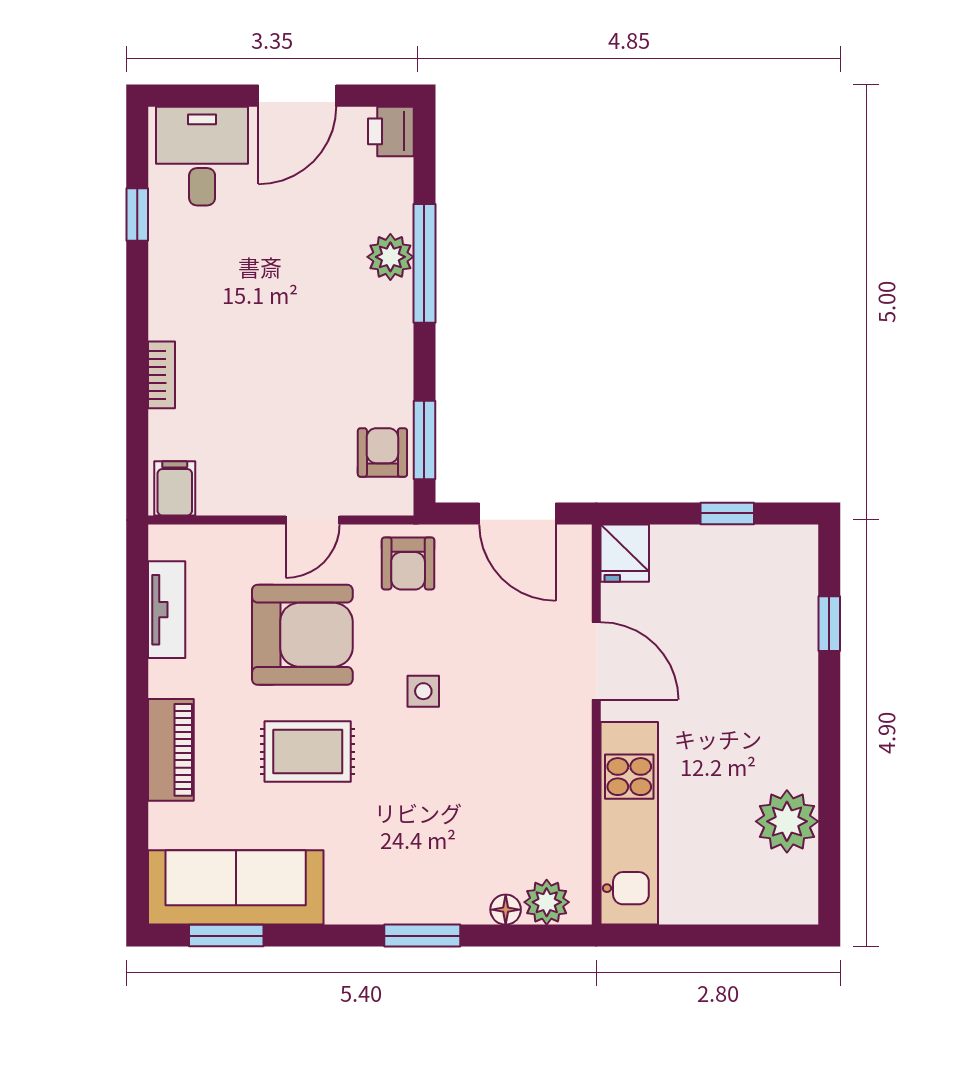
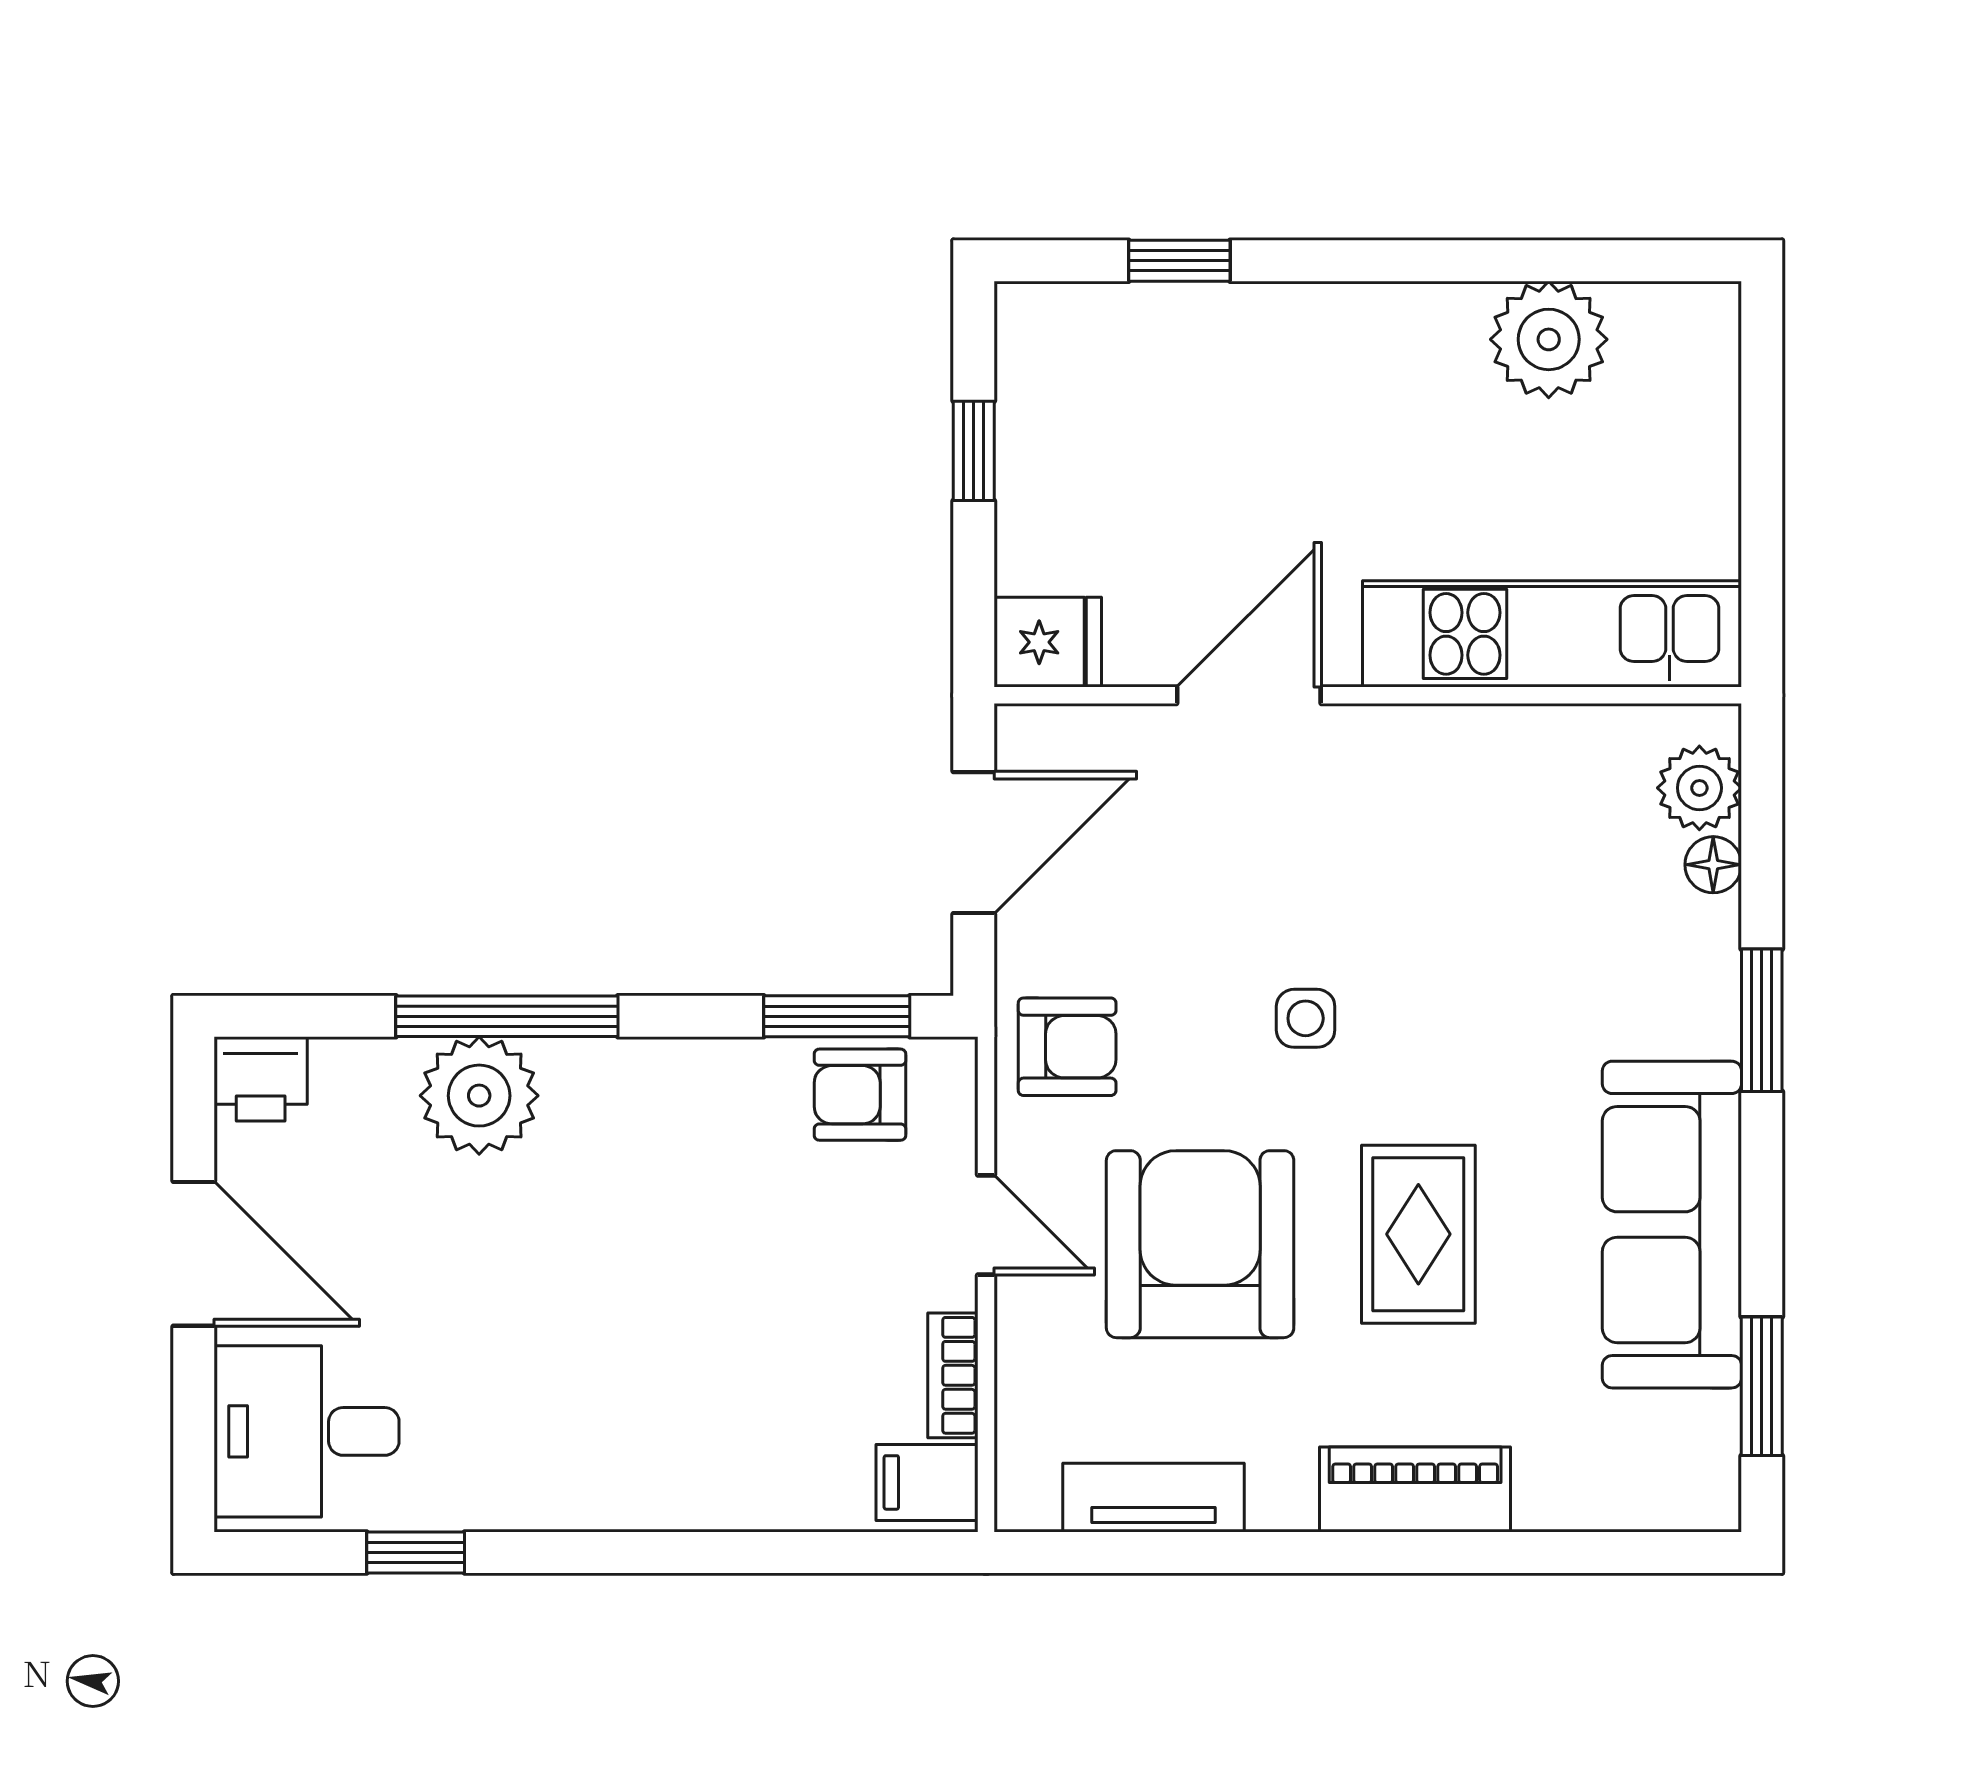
plant: (390, 257) -> (479, 1096), width x1.36, depth x1.36
bookcase: (161, 375) -> (953, 1375), moved, turned -90
sofa: (236, 887) -> (1672, 1225), moved

